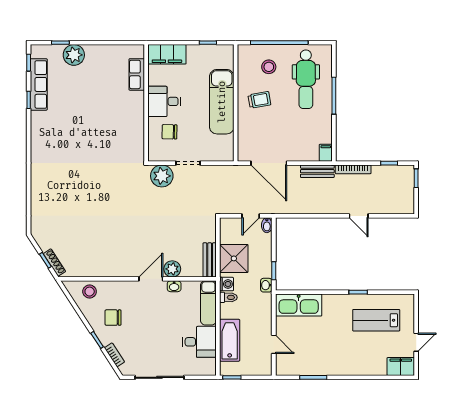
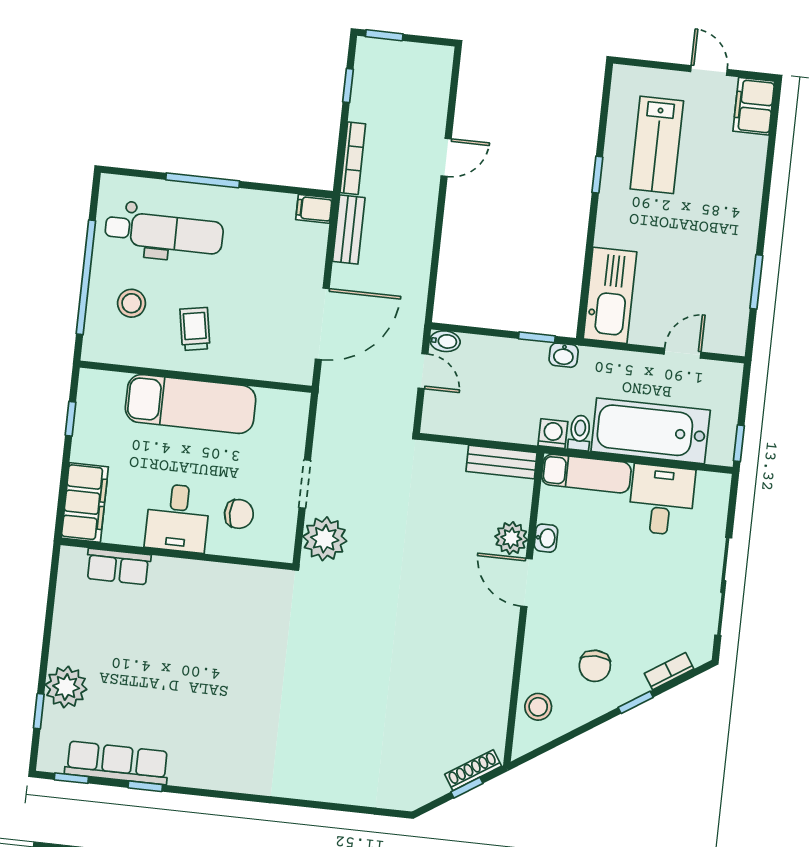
chair: (170, 132) -> (239, 514), turned -91
shower: (234, 258) -> (504, 414), removed
bathtub: (230, 340) -> (651, 431), width x1.36, depth x1.36

